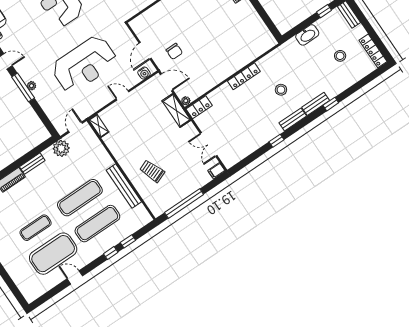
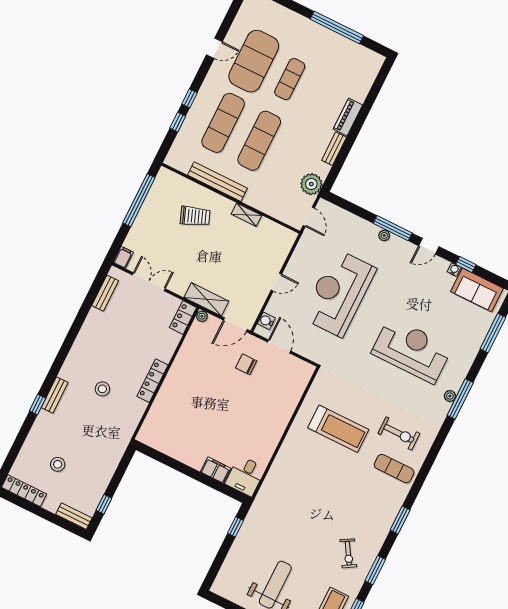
washbasin: (307, 35) -> (108, 467), removed
bench: (293, 119) -> (105, 293), moved
shelving: (99, 126) -> (246, 215), moved
window: (277, 141) -> (75, 329), removed

